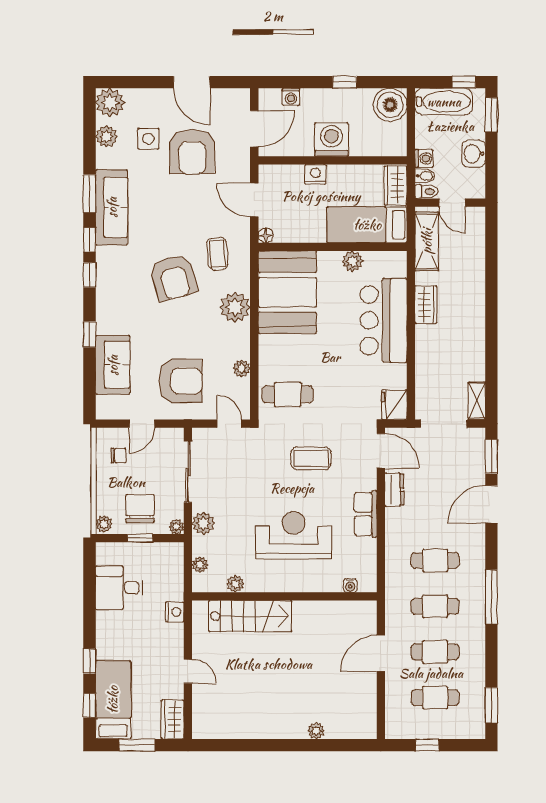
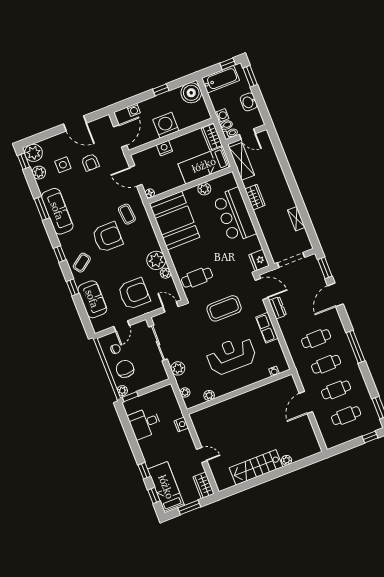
armchair: (192, 152) -> (90, 162), width x0.53, depth x0.53
window: (89, 240) -> (24, 161), moved
armchair: (174, 277) -> (107, 237), turned -74
coffee table: (119, 302) -> (82, 263), added
plant: (235, 307) -> (156, 260), moved
shelving: (477, 401) -> (296, 219), moved
coffee table: (311, 458) -> (224, 308), width x1.36, depth x1.32
chair: (140, 509) -> (125, 369), moved
plant: (176, 527) -> (164, 376), removed
window: (140, 538) -> (130, 397), moved
stairs: (250, 616) -> (256, 467), moved, turned 180
window: (427, 745) -> (370, 437), moved

